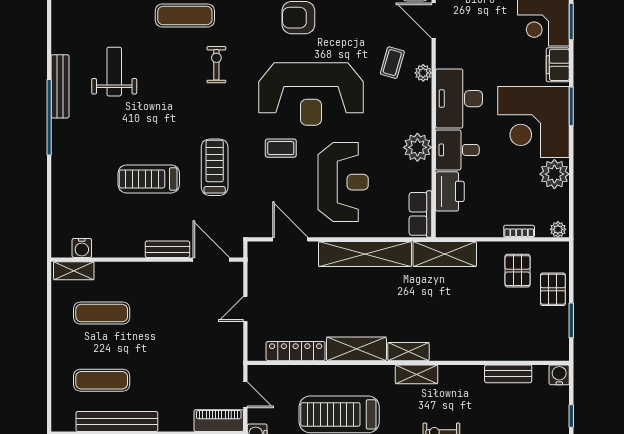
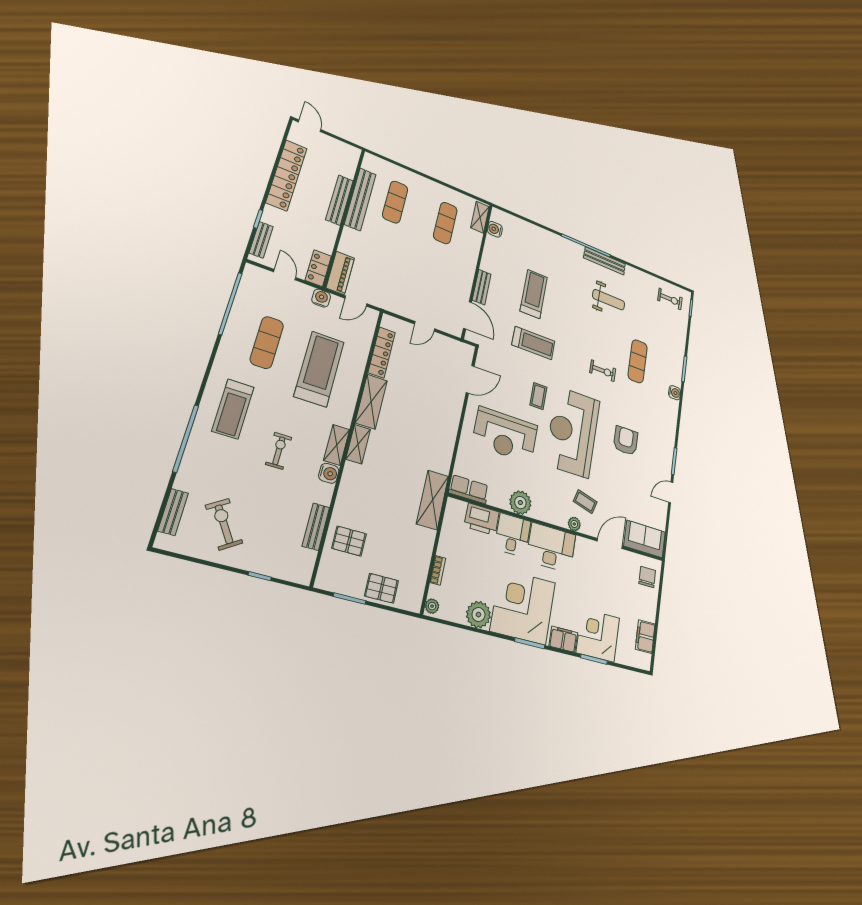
shelving: (365, 254) -> (447, 434), removed
door: (211, 260) -> (467, 315), hinge flipped
pallet: (518, 271) -> (349, 541), moved
door: (245, 309) -> (424, 326), swing flipped
water cooler: (559, 375) -> (329, 473), moved

